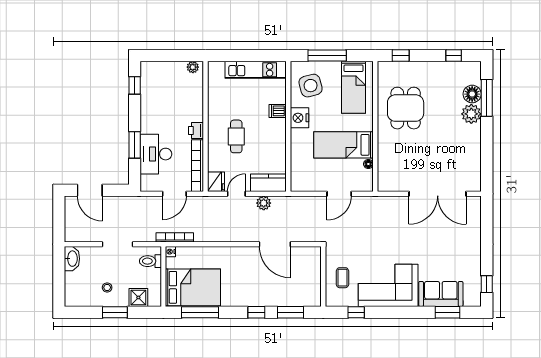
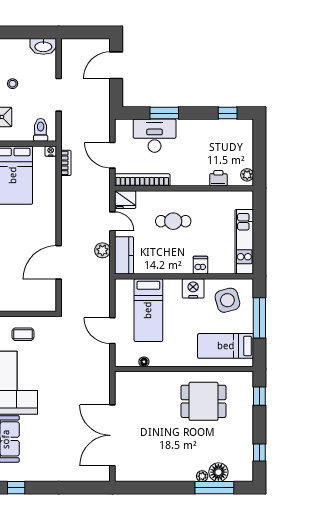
plant: (471, 114) -> (202, 476), width x0.53, depth x0.53
printer: (196, 130) -> (218, 178), moved
bed: (343, 145) -> (148, 310), moved, turned 180
bookcase: (175, 237) -> (66, 163), width x0.64

